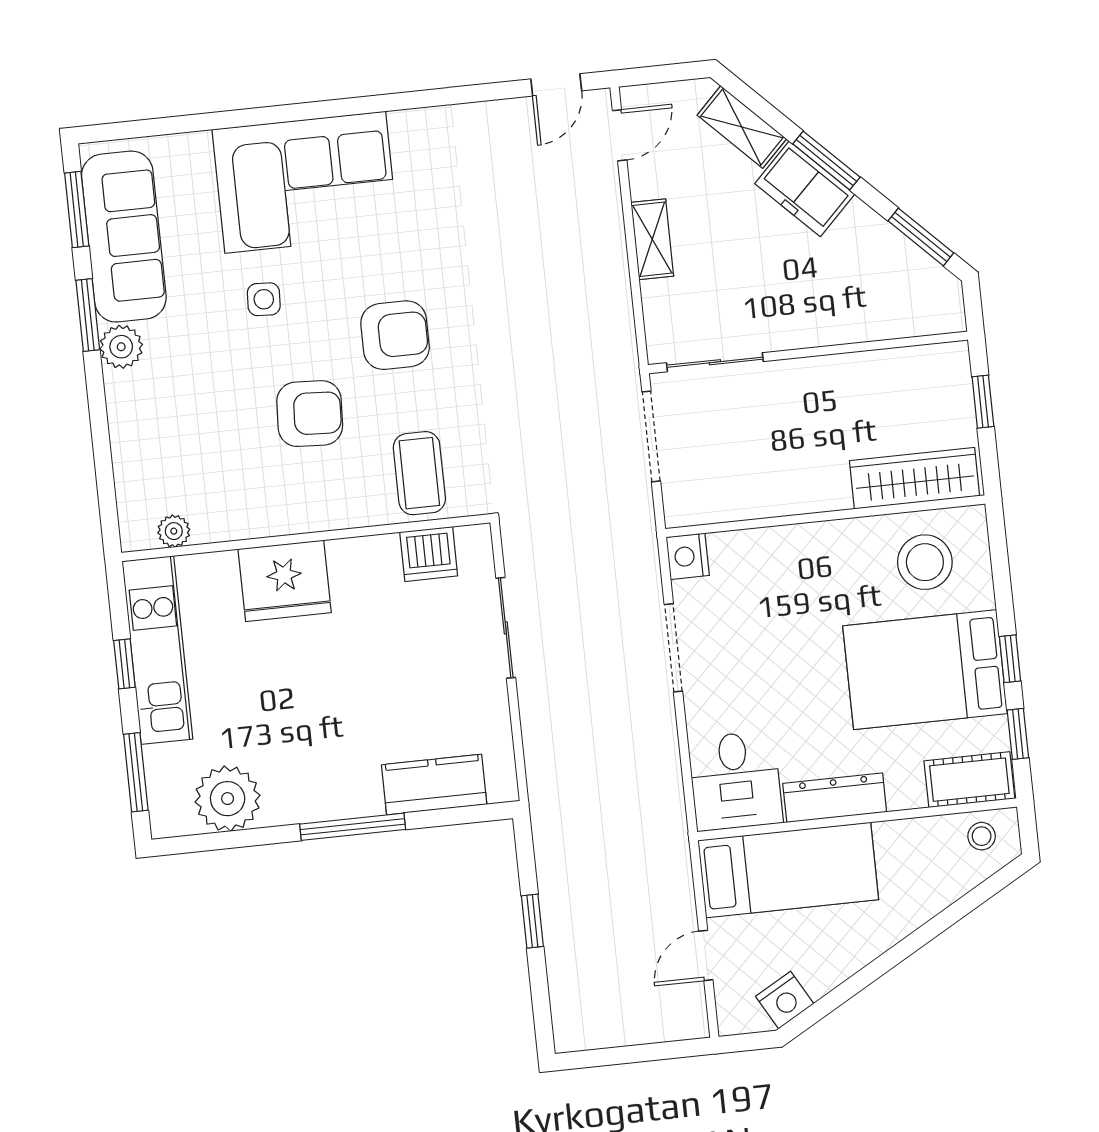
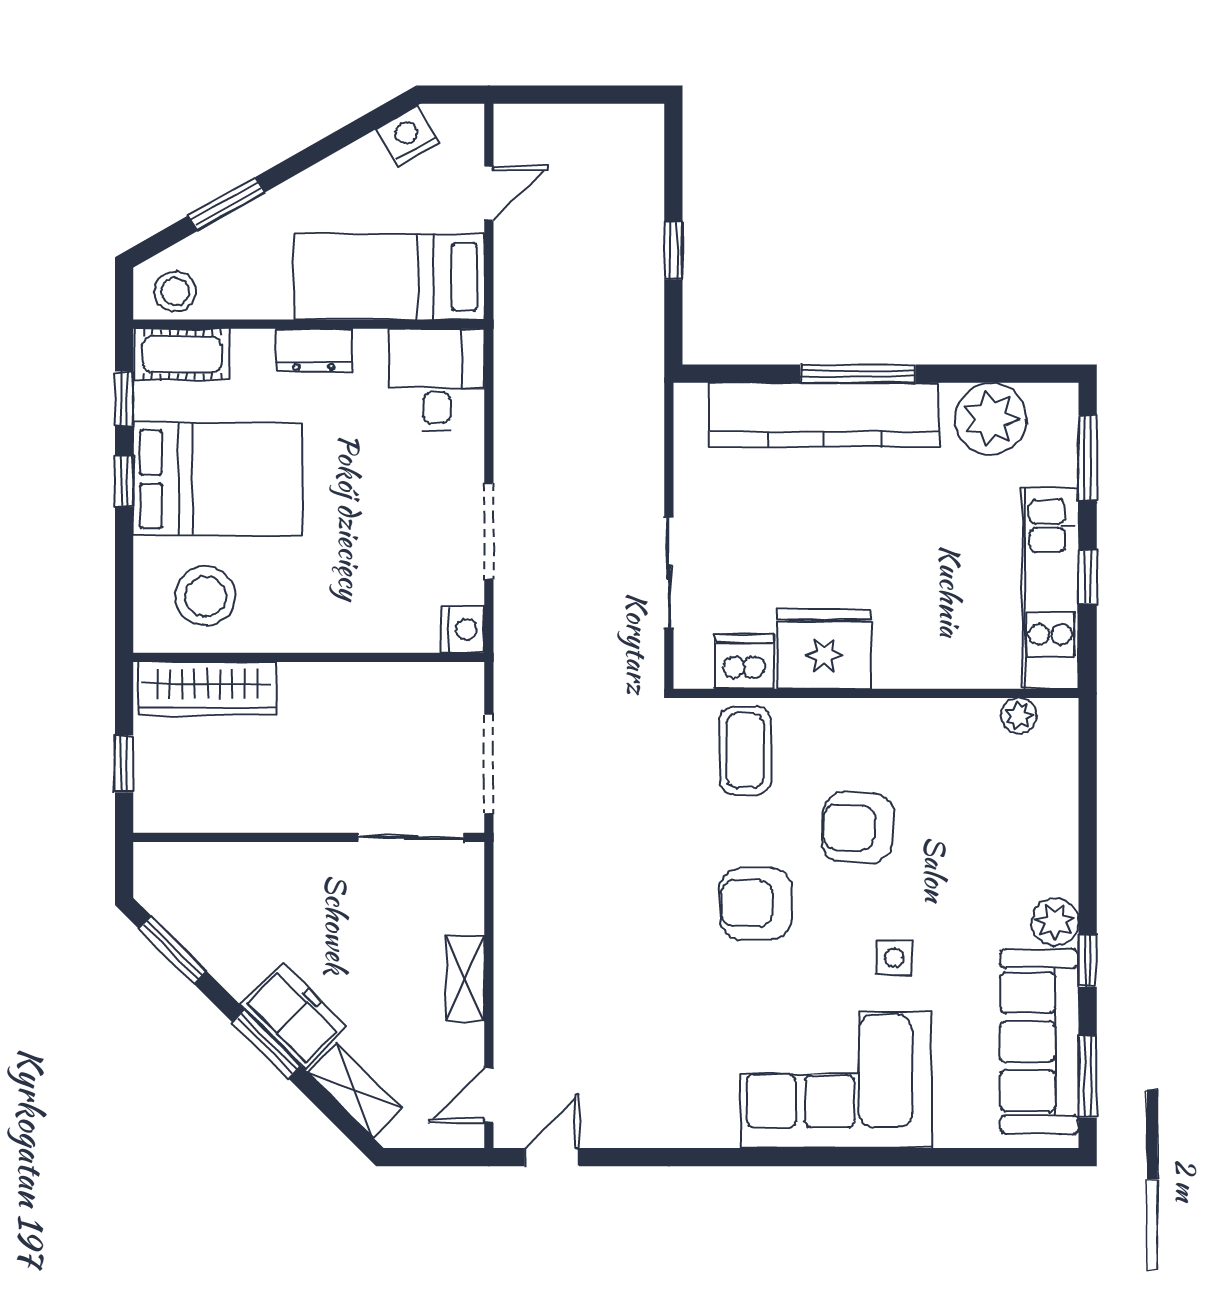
window: (88, 315) -> (1088, 960), width x0.67
fridge: (285, 581) -> (824, 649), moved
kitchen counter: (434, 785) -> (824, 415), width x2.08, depth x1.17
dresser: (835, 798) -> (314, 350), width x0.70
stool: (982, 836) -> (175, 292), width x1.37, depth x1.37
window: (943, 921) -> (226, 204), added

